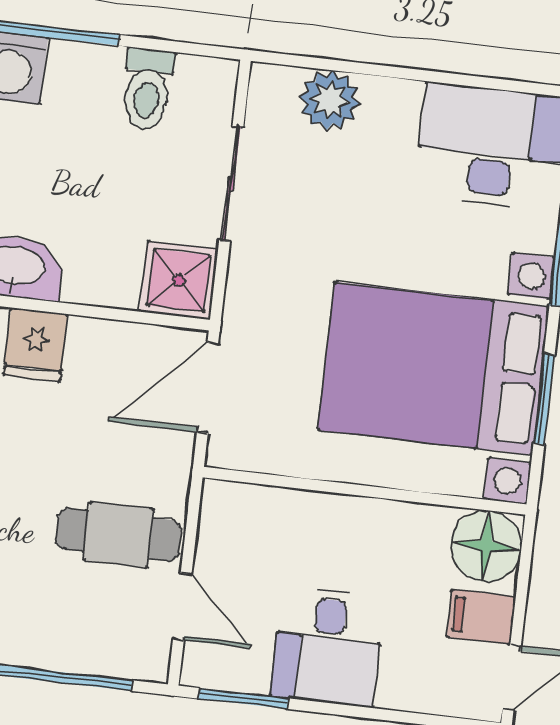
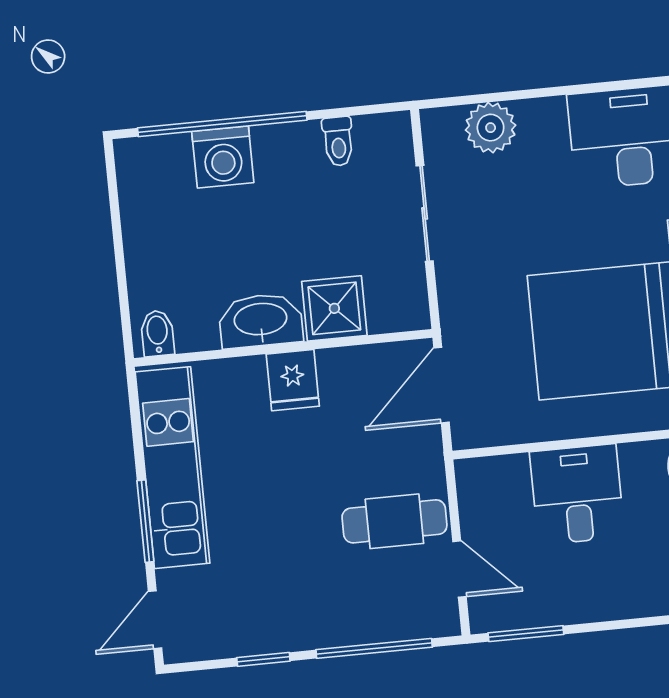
toilet: (147, 89) -> (338, 141), width x0.73, depth x0.72
shower: (179, 280) -> (334, 308), moved
desk: (327, 647) -> (577, 494), moved, turned 180

